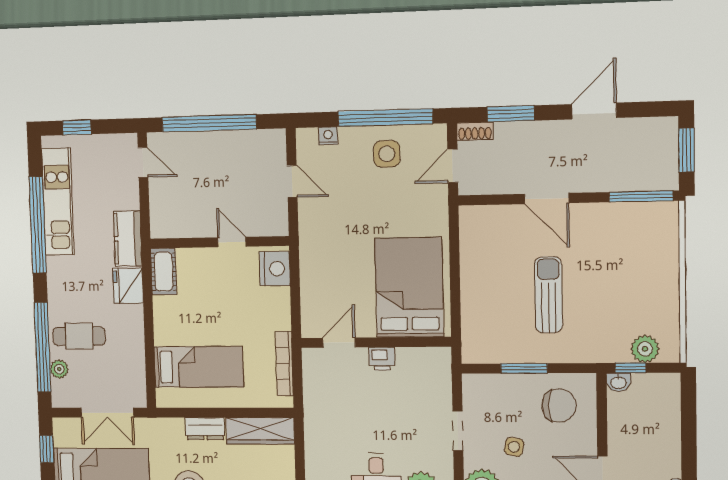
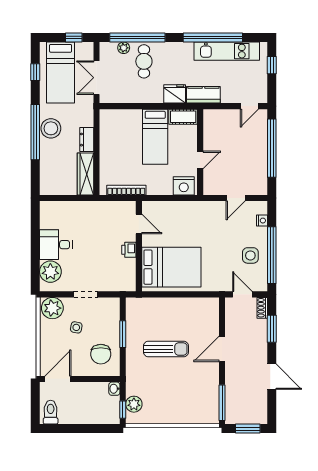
bed: (199, 367) -> (155, 137), moved
window: (630, 368) -> (123, 410), moved

